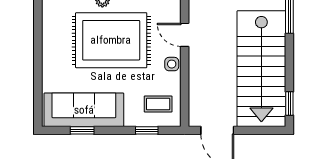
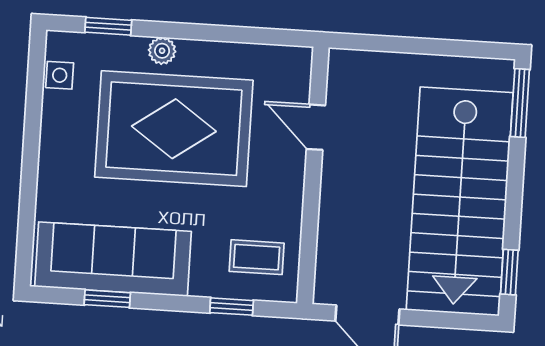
side table: (172, 64) -> (60, 75), moved

